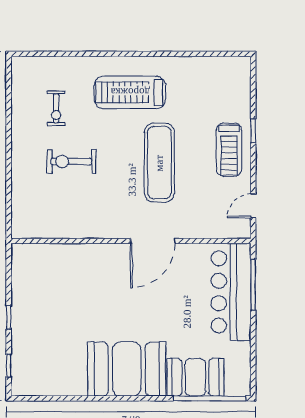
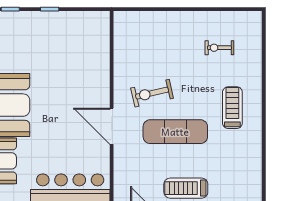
treadmill: (130, 92) -> (232, 108), width x0.73, depth x0.73
exercise bike: (71, 162) -> (152, 93), moved, turned -103

